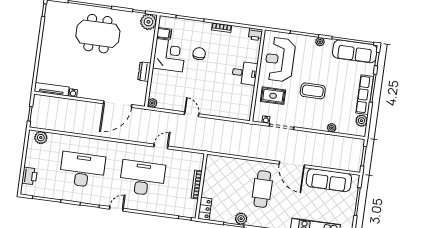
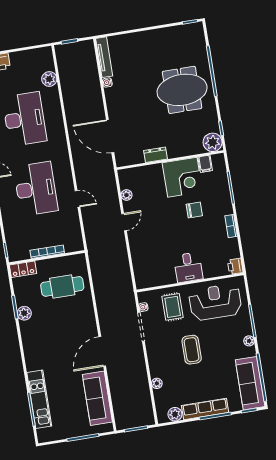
meeting table: (98, 34) -> (182, 90), turned 90
plant: (152, 103) -> (127, 195), moved
plant: (41, 138) -> (49, 79), moved
cafe table: (262, 189) -> (62, 286), moved

